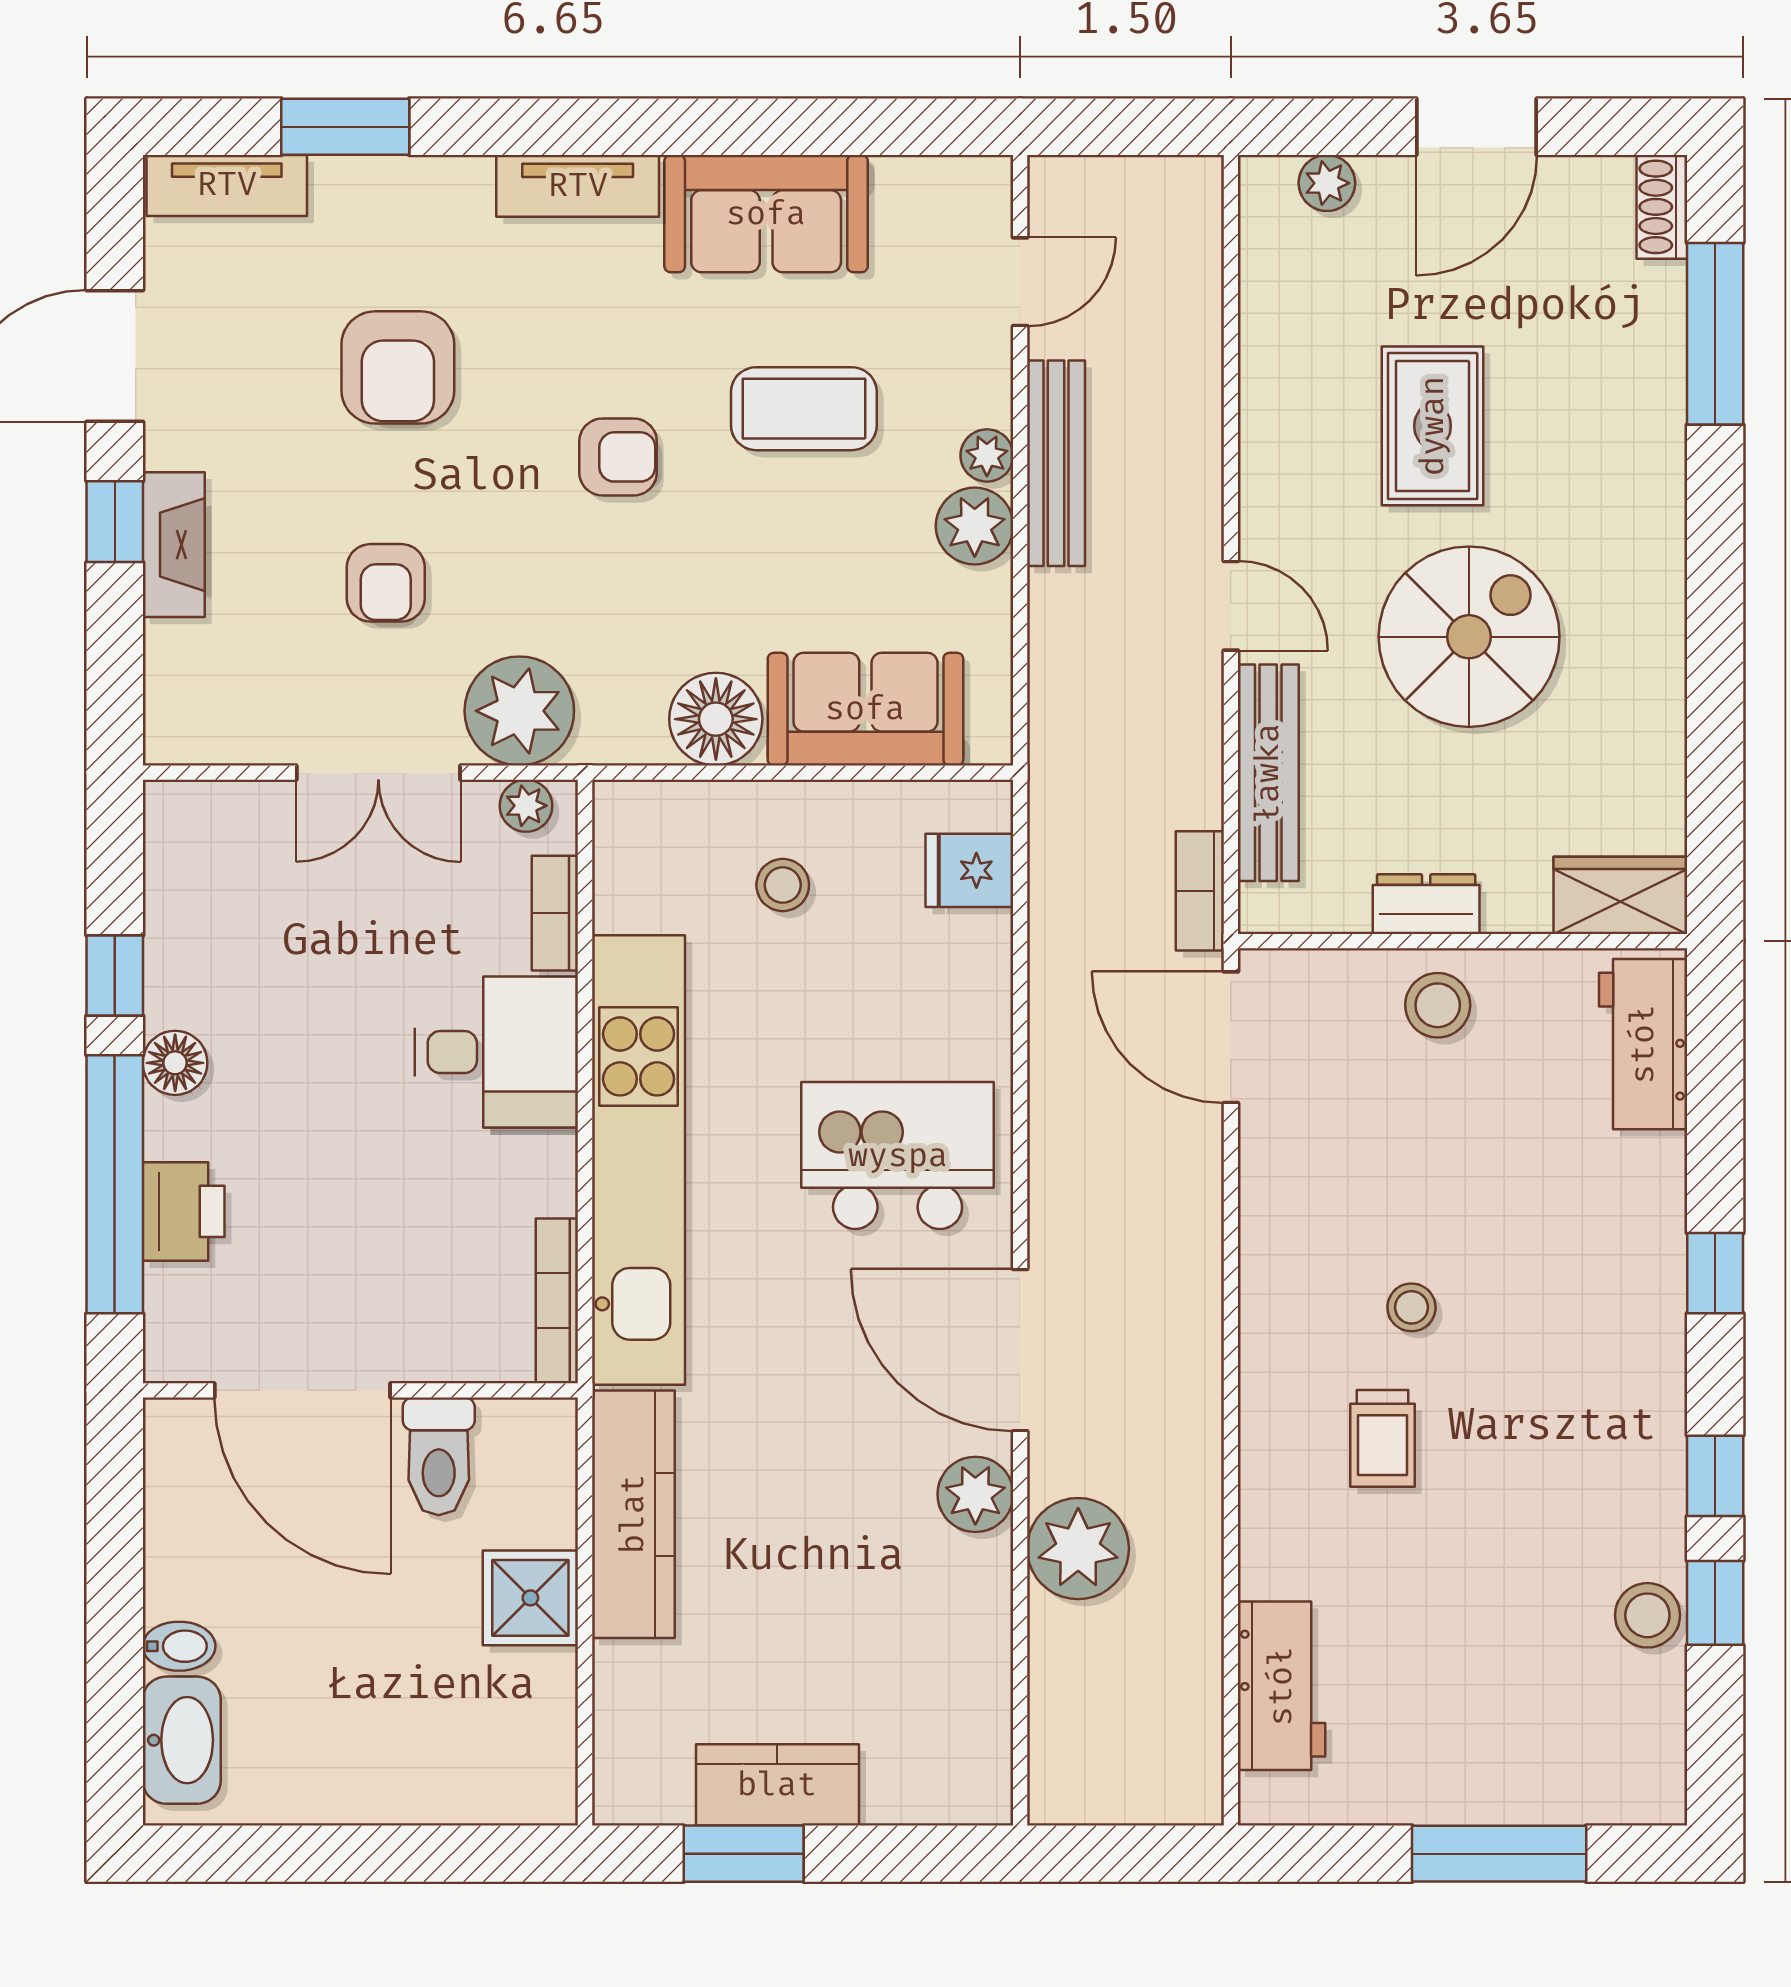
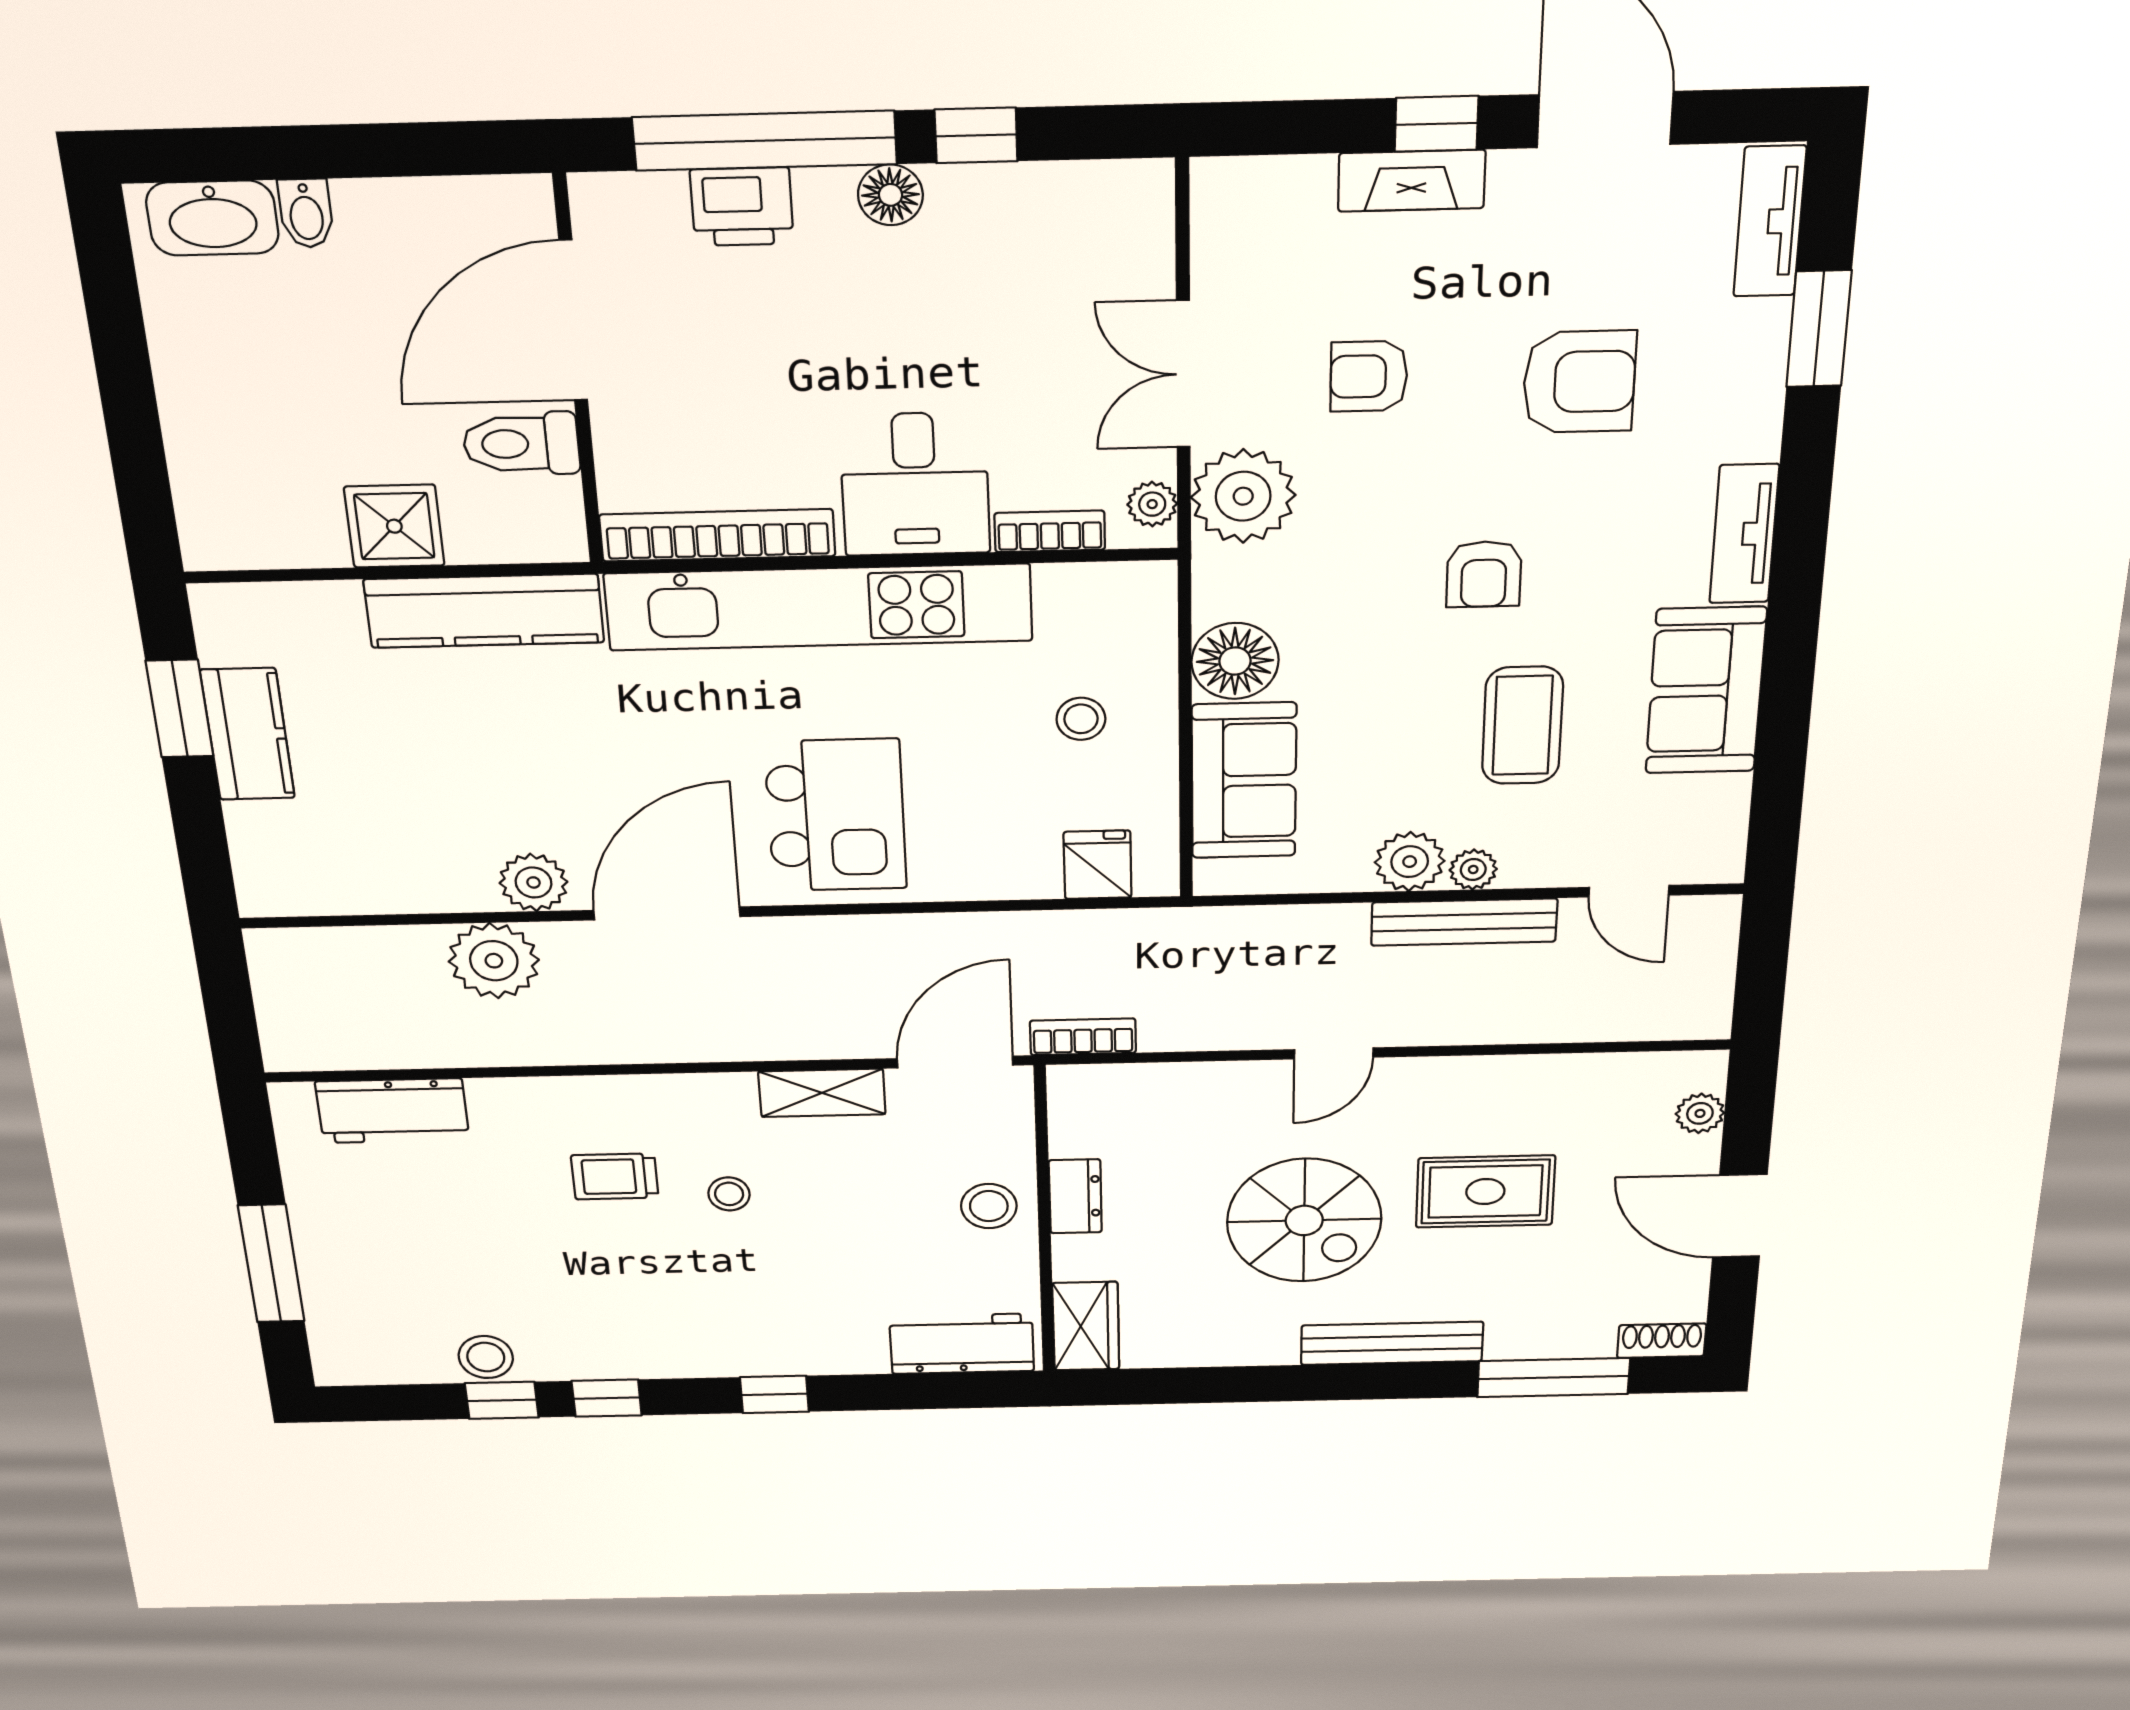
armchair: (398, 367) -> (1579, 382), turned 180
bench: (1268, 773) -> (1392, 1343), moved
shelving: (1270, 1191) -> (822, 1093), added
bookcase: (557, 1301) -> (717, 535), width x1.48, depth x1.31

